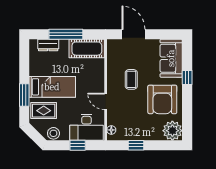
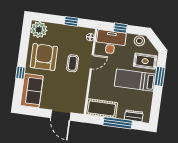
coffee table: (131, 79) -> (73, 63), moved
door: (106, 101) -> (92, 62), hinge flipped

